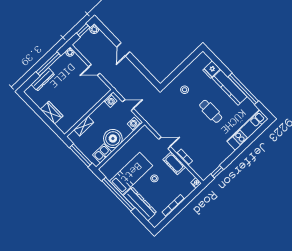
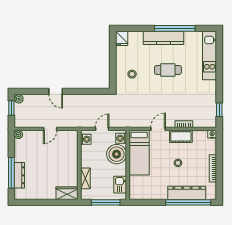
window: (48, 64) -> (11, 173), moved
fridge: (212, 70) -> (122, 38), moved
wardrobe: (52, 113) -> (67, 193), moved
boiler: (113, 139) -> (117, 154), moved
bed: (131, 173) -> (139, 153), moved, turned 180
window: (118, 194) -> (188, 202), moved

